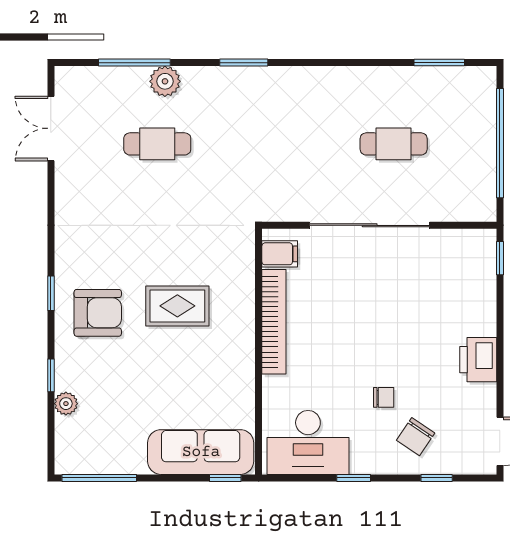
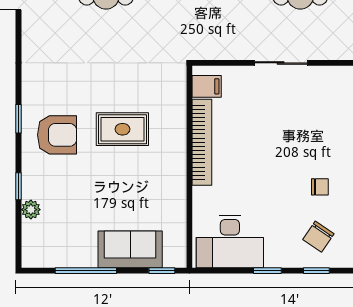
sliding door: (370, 225) -> (281, 63), width x0.54
chair: (384, 397) -> (320, 187), moved
sofa: (201, 452) -> (130, 249), width x0.73
window: (99, 478) -> (86, 271), moved
window: (437, 478) -> (316, 271), moved

